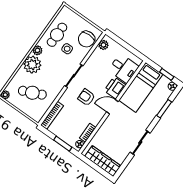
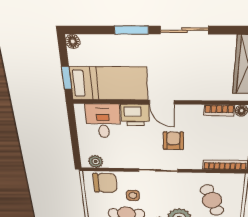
window: (167, 74) -> (67, 78), moved
armchair: (86, 97) -> (173, 141), turned 180
window: (164, 109) -> (131, 30), moved

